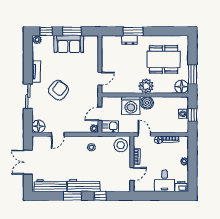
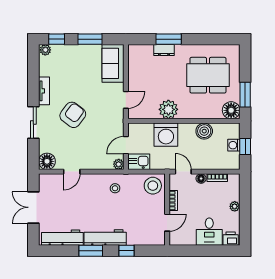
sofa: (69, 44) -> (113, 63), moved, turned 90
plant: (146, 86) -> (168, 109), moved
boiler: (147, 103) -> (204, 131), moved

